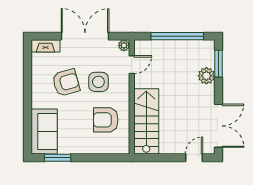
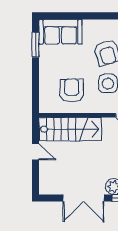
double door: (219, 126) -> (84, 198), moved
door: (194, 158) -> (36, 152), moved

